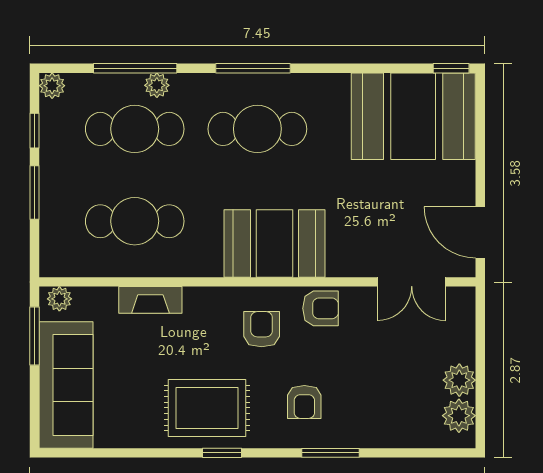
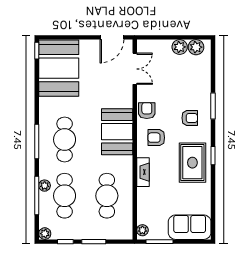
fireplace: (150, 300) -> (143, 172), moved
sofa: (66, 385) -> (190, 227), width x0.73

